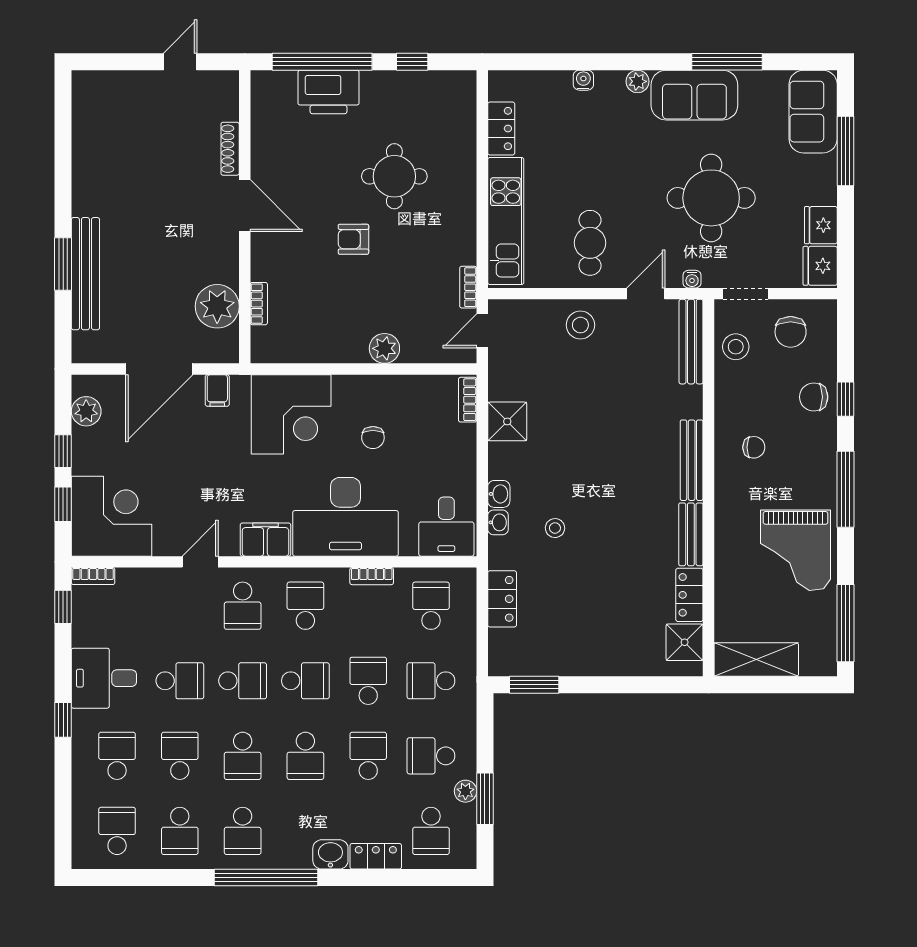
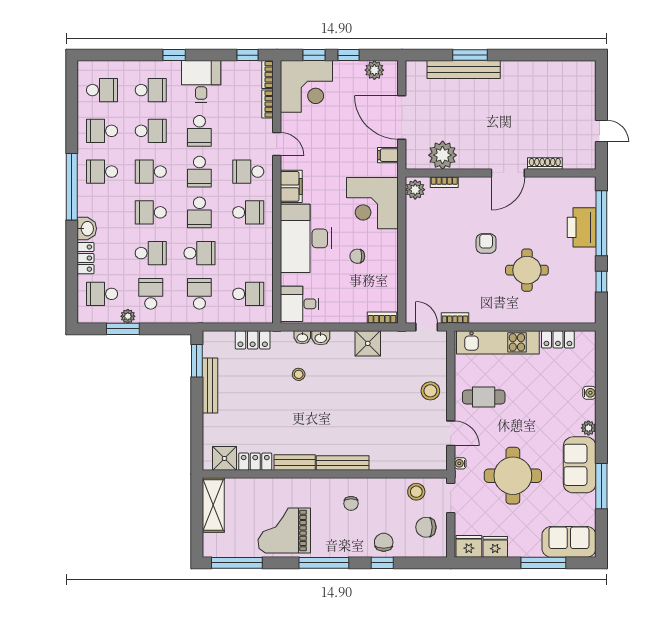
bench: (691, 342) -> (210, 386), moved, turned 90
plant: (384, 348) -> (415, 190), moved
bookcase: (372, 576) -> (267, 104), moved

